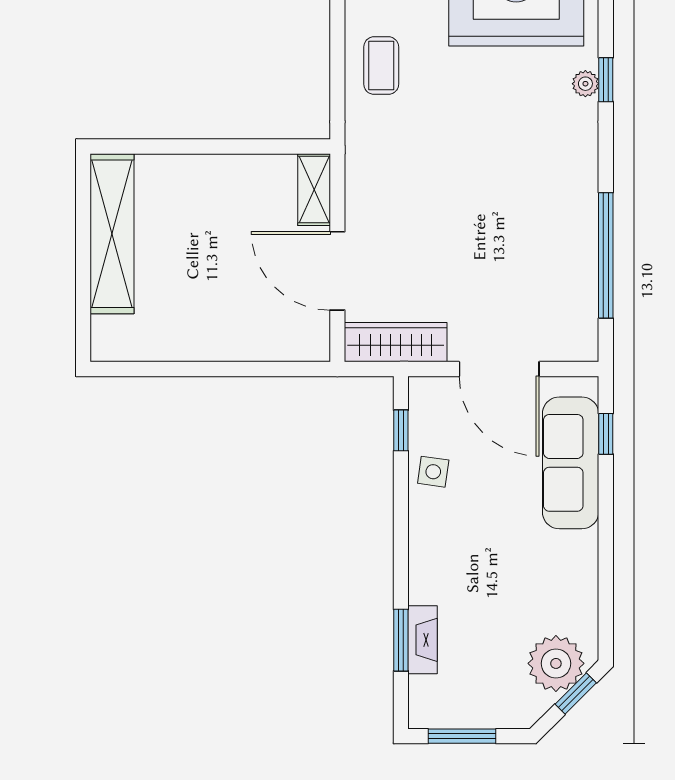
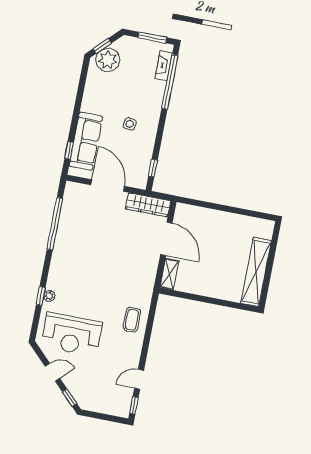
side table: (433, 472) -> (130, 124), moved
window: (401, 640) -> (170, 82), width x2.11
fireplace: (423, 640) -> (164, 66), moved

